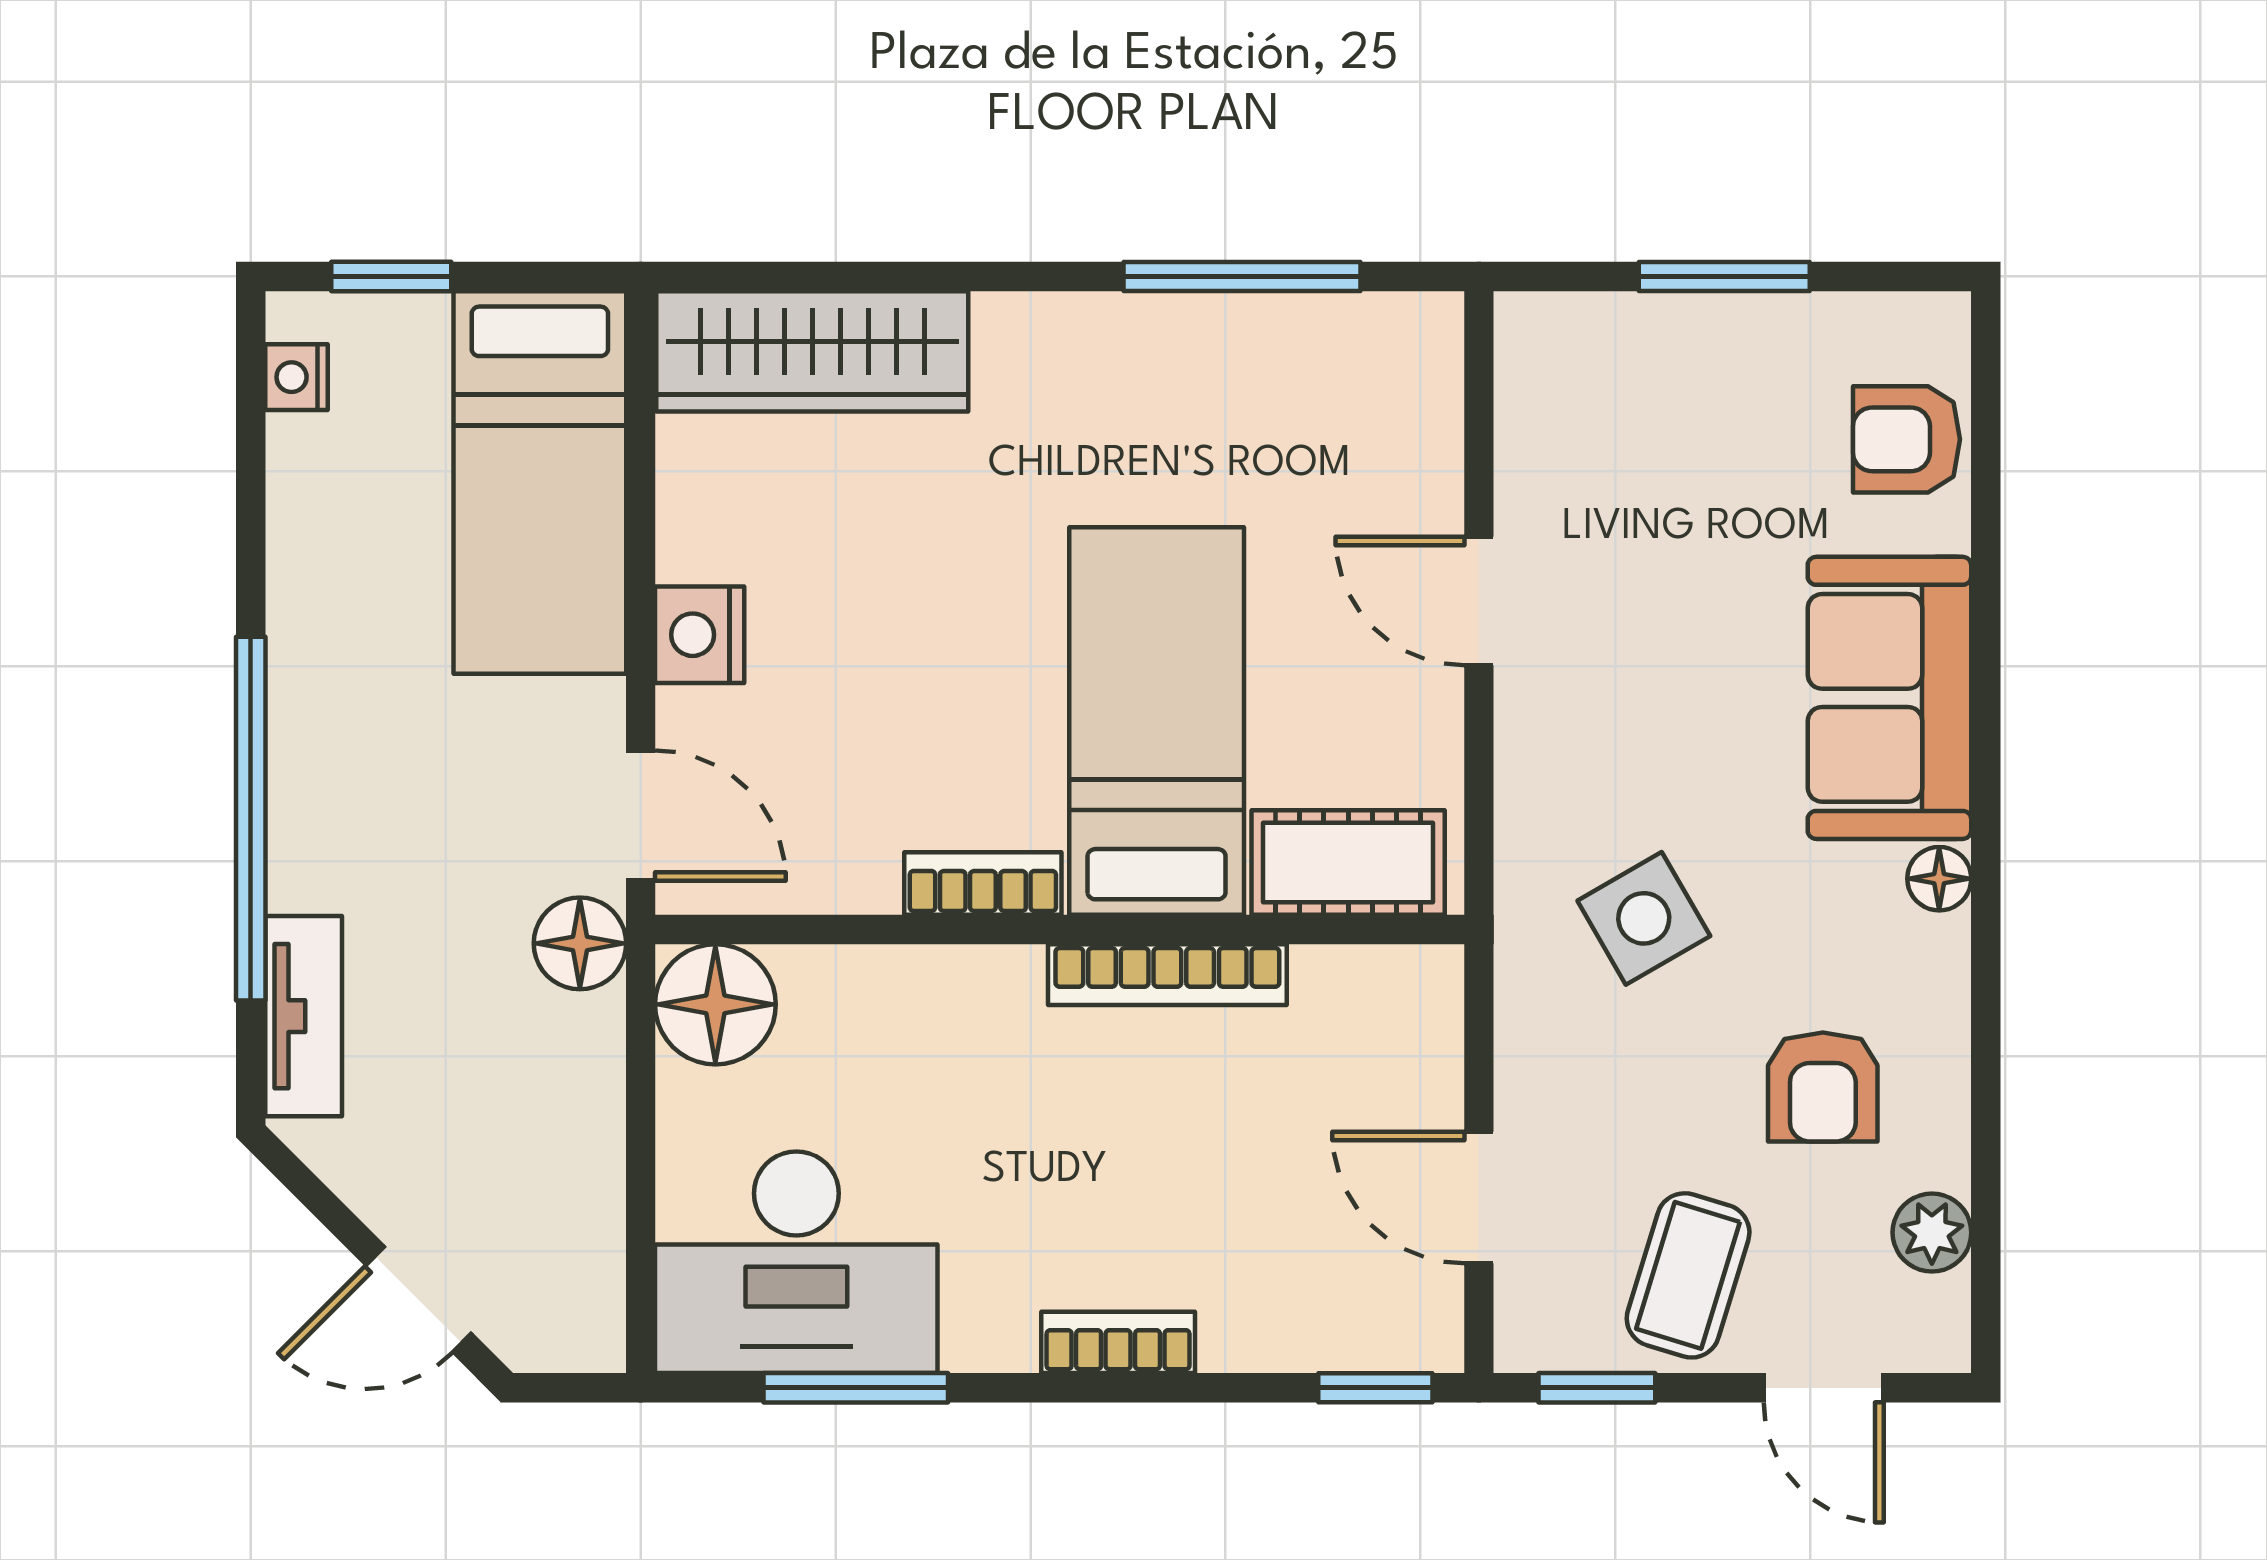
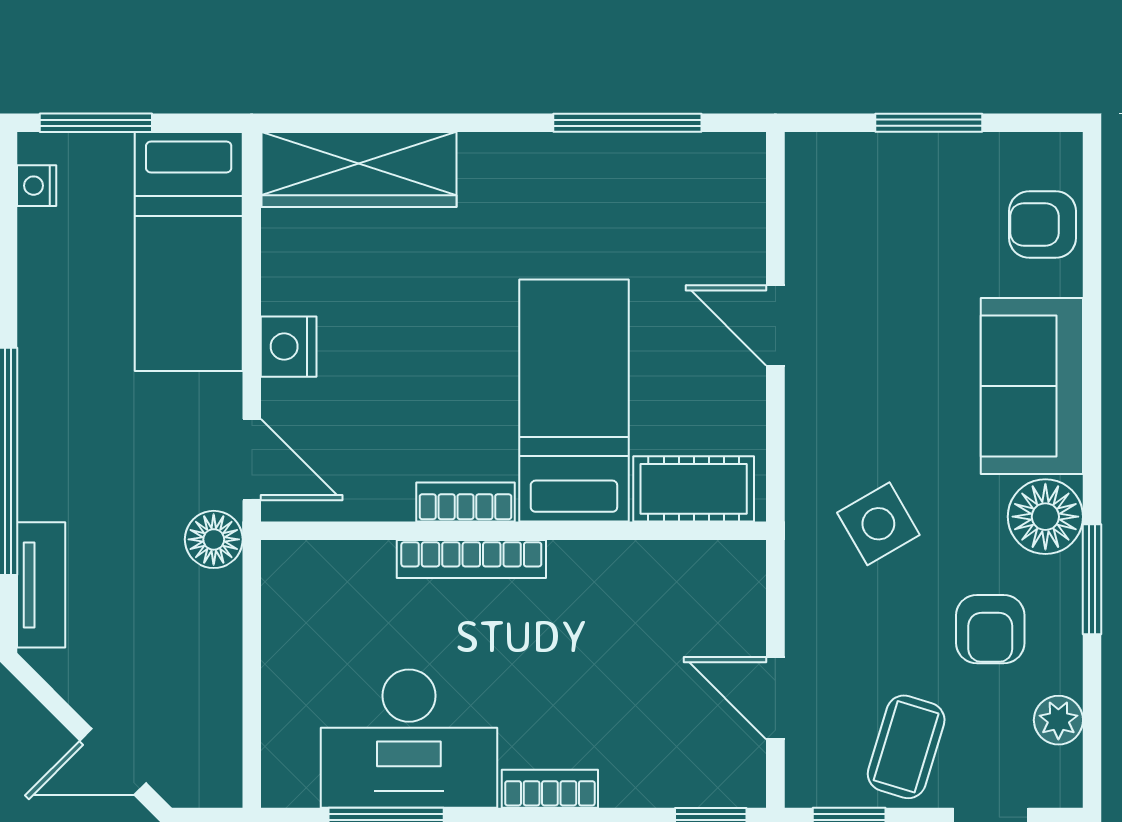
window: (391, 276) -> (96, 123), width x1.50
floor lamp: (1939, 879) -> (1045, 517), width x1.89, depth x1.89
bookcase: (1167, 975) -> (471, 559), moved
floor lamp: (715, 1004) -> (298, 578), removed
window: (1986, 1007) -> (1092, 579), added
desk: (796, 1262) -> (409, 739), moved

